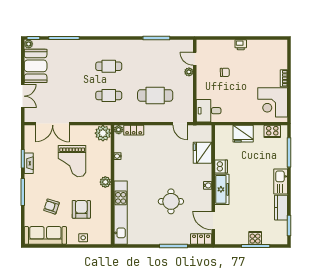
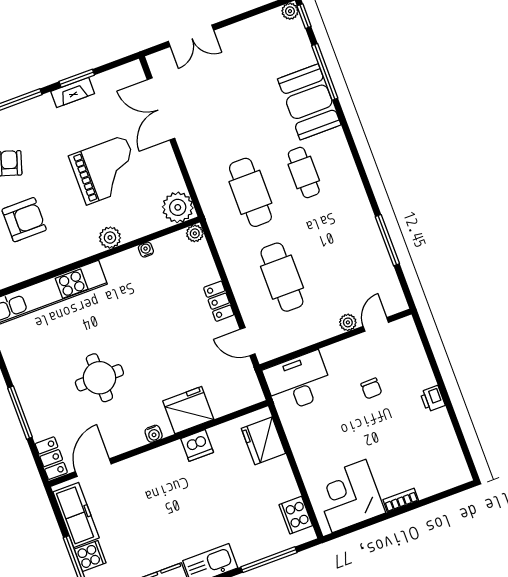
booth: (36, 66) -> (309, 102), moved, turned 90
cafe table: (109, 95) -> (250, 192), width x1.37, depth x1.35
desk: (209, 111) -> (298, 382), width x1.37
door: (180, 124) -> (248, 342), hinge flipped
locker: (134, 130) -> (219, 301), moved
fridge: (243, 134) -> (263, 441), moved
fridge: (202, 153) -> (188, 410), moved
grand piano: (72, 161) -> (106, 170), turned 180
plant: (105, 182) -> (110, 238), moved
freezer: (222, 189) -> (76, 515), moved, turned -90

